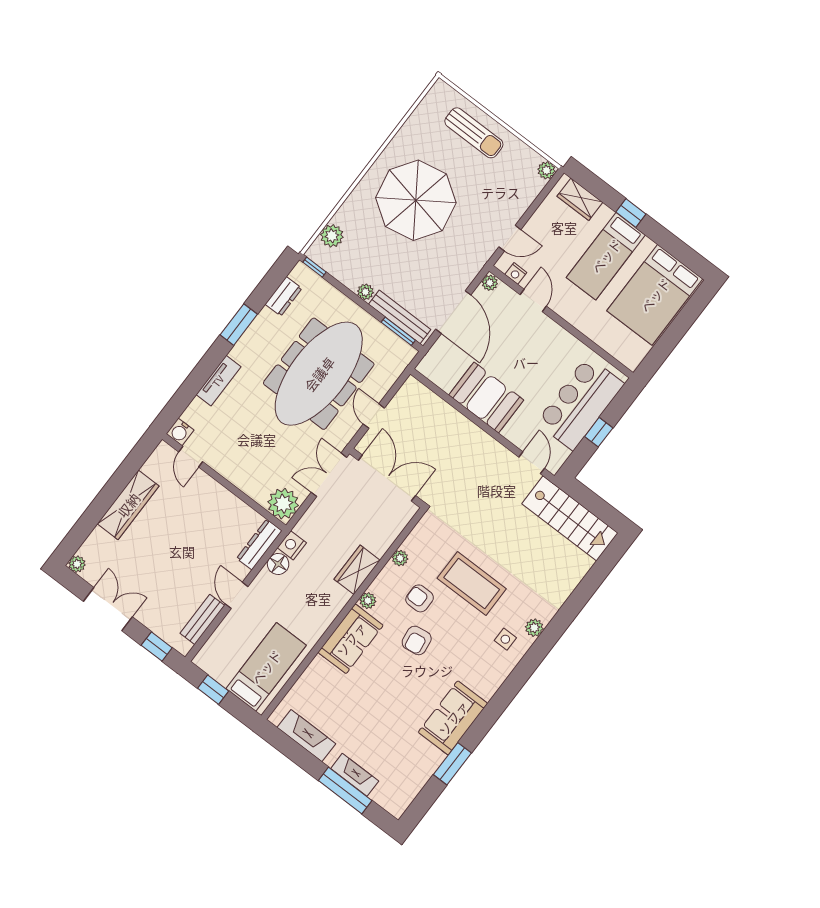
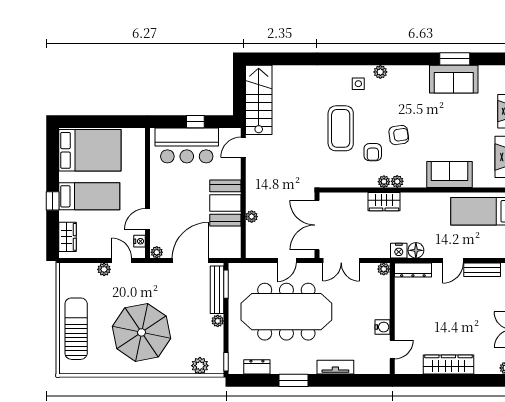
sun lounger: (474, 133) -> (76, 329), width x1.36, depth x1.34
plant: (546, 170) -> (104, 269), moved
plant: (450, 415) -> (252, 217), added
water cooler: (180, 432) -> (382, 327), moved
plant: (283, 504) -> (384, 269), width x0.53, depth x0.53
plant: (400, 558) -> (384, 182), moved
plant: (534, 628) -> (380, 72), moved
sofa: (351, 639) -> (449, 174), moved
sofa: (453, 718) -> (454, 79), moved

